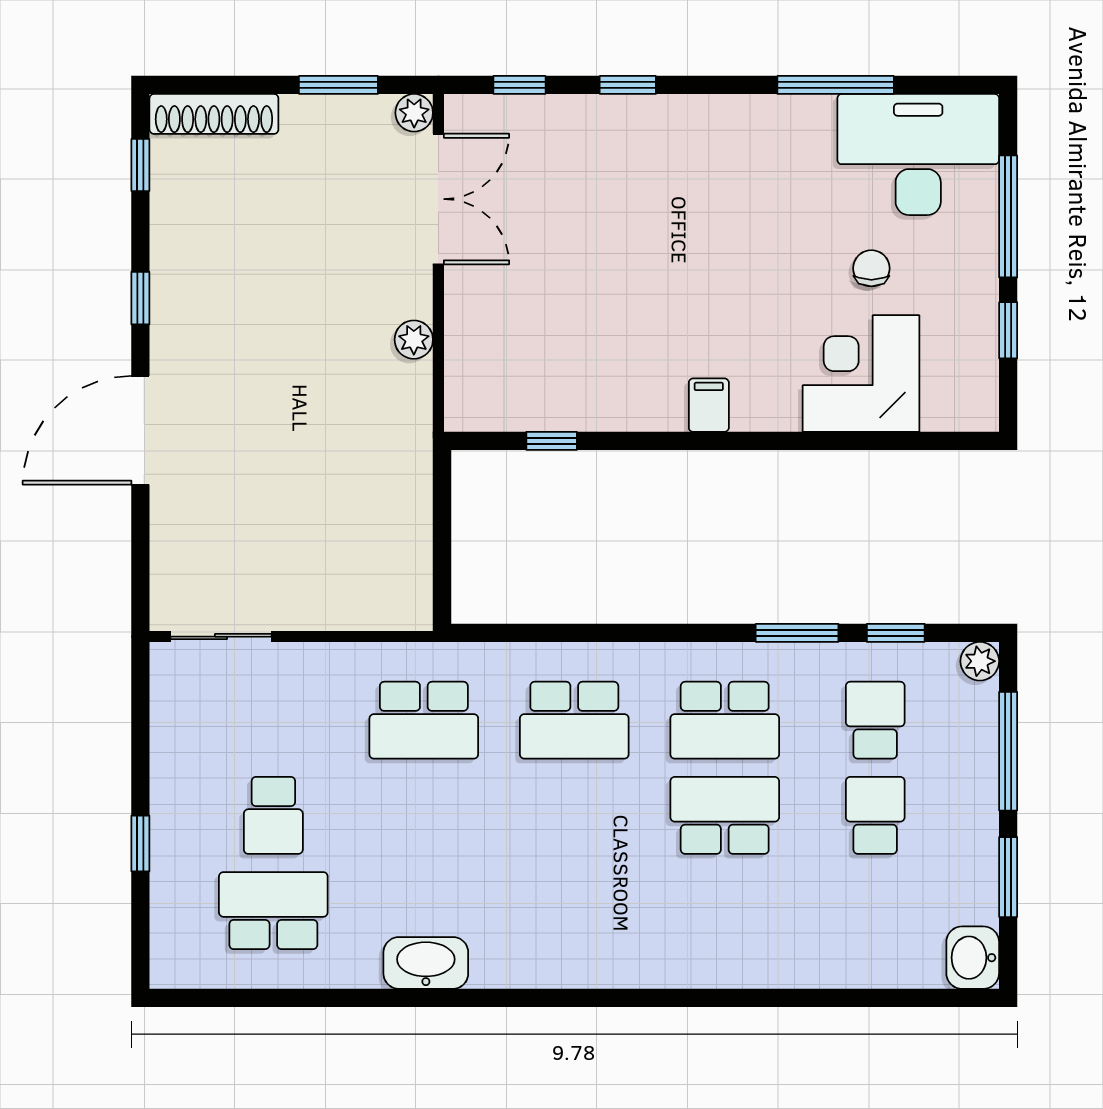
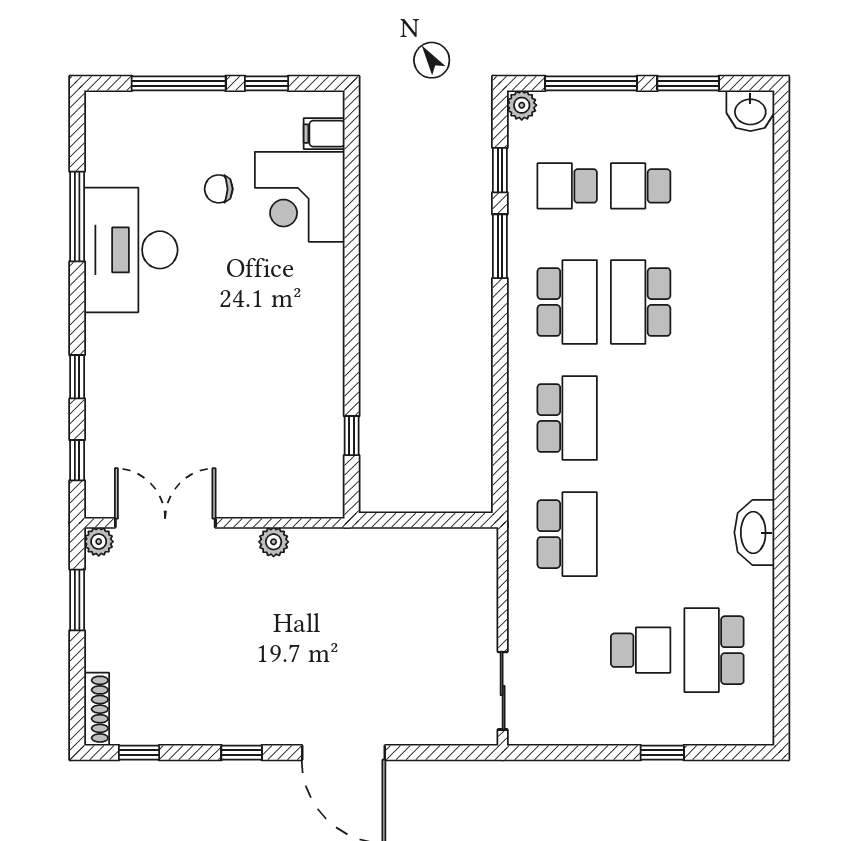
shoe rack: (214, 114) -> (97, 709), width x0.74, depth x0.81
desk: (918, 155) -> (131, 250), moved
filing cabinet: (709, 405) -> (324, 134), moved

